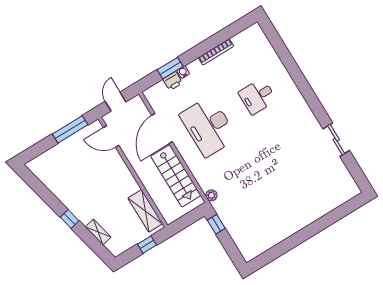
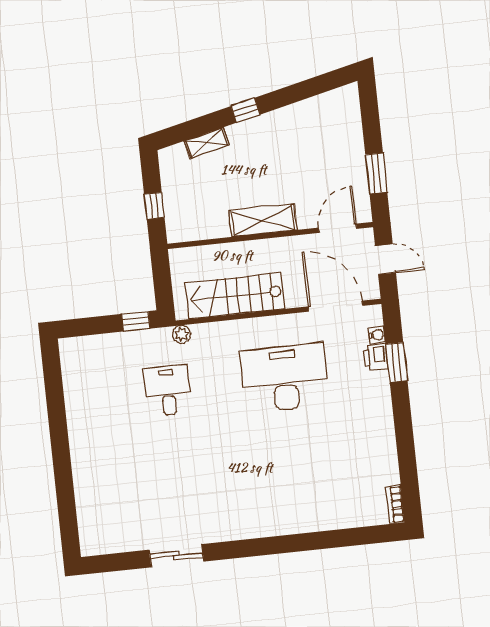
bookcase: (216, 52) -> (395, 505), moved, width x0.64
water cooler: (183, 72) -> (377, 335), moved
desk: (258, 96) -> (168, 390), moved
window: (70, 129) -> (376, 173), width x0.69
door: (162, 129) -> (335, 306), moved
shelving: (145, 211) -> (263, 220), moved

